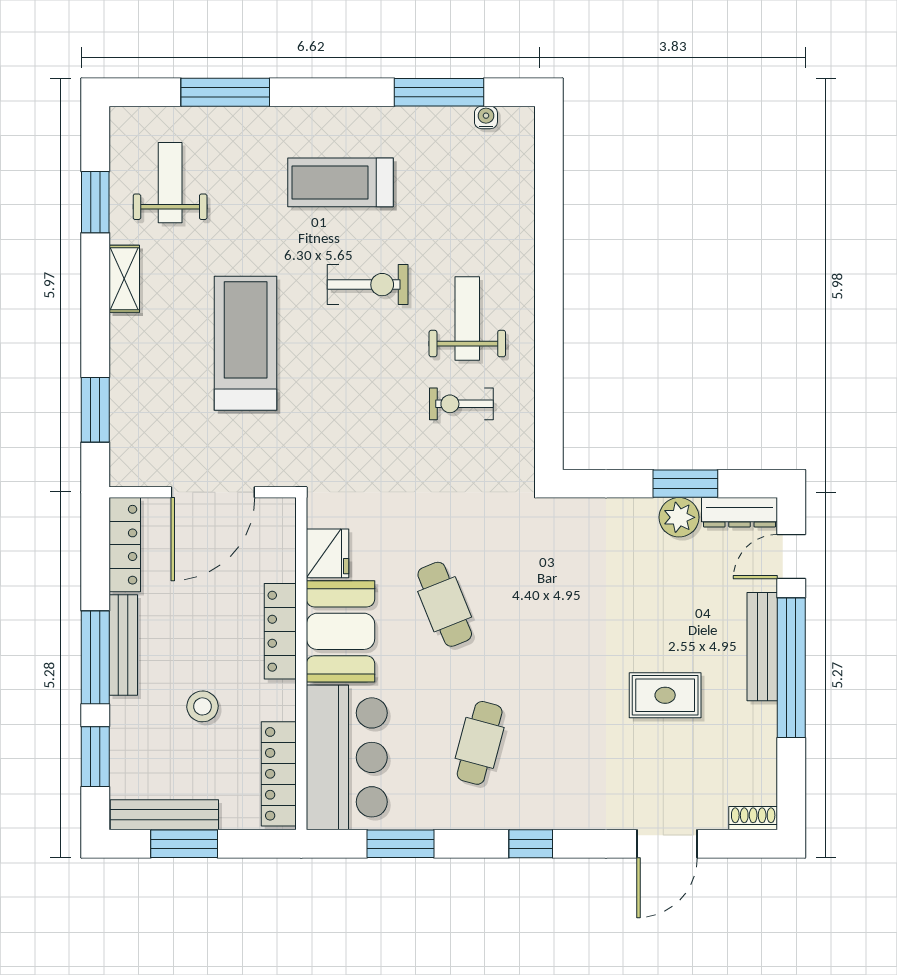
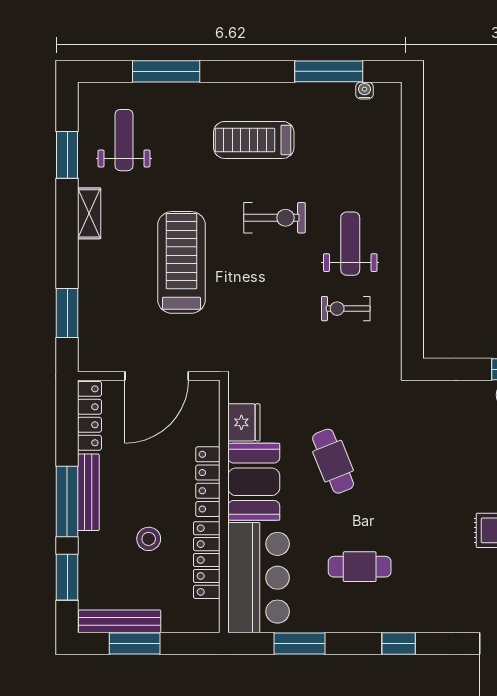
cafe table: (480, 743) -> (360, 567), turned 75
locker: (279, 774) -> (207, 560), moved

